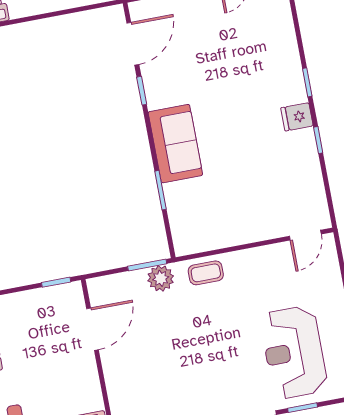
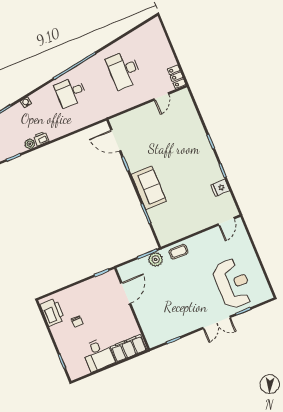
door: (133, 44) -> (116, 140), swing flipped
fridge: (297, 117) -> (220, 188), moved
reception desk: (294, 352) -> (233, 284), turned 180

